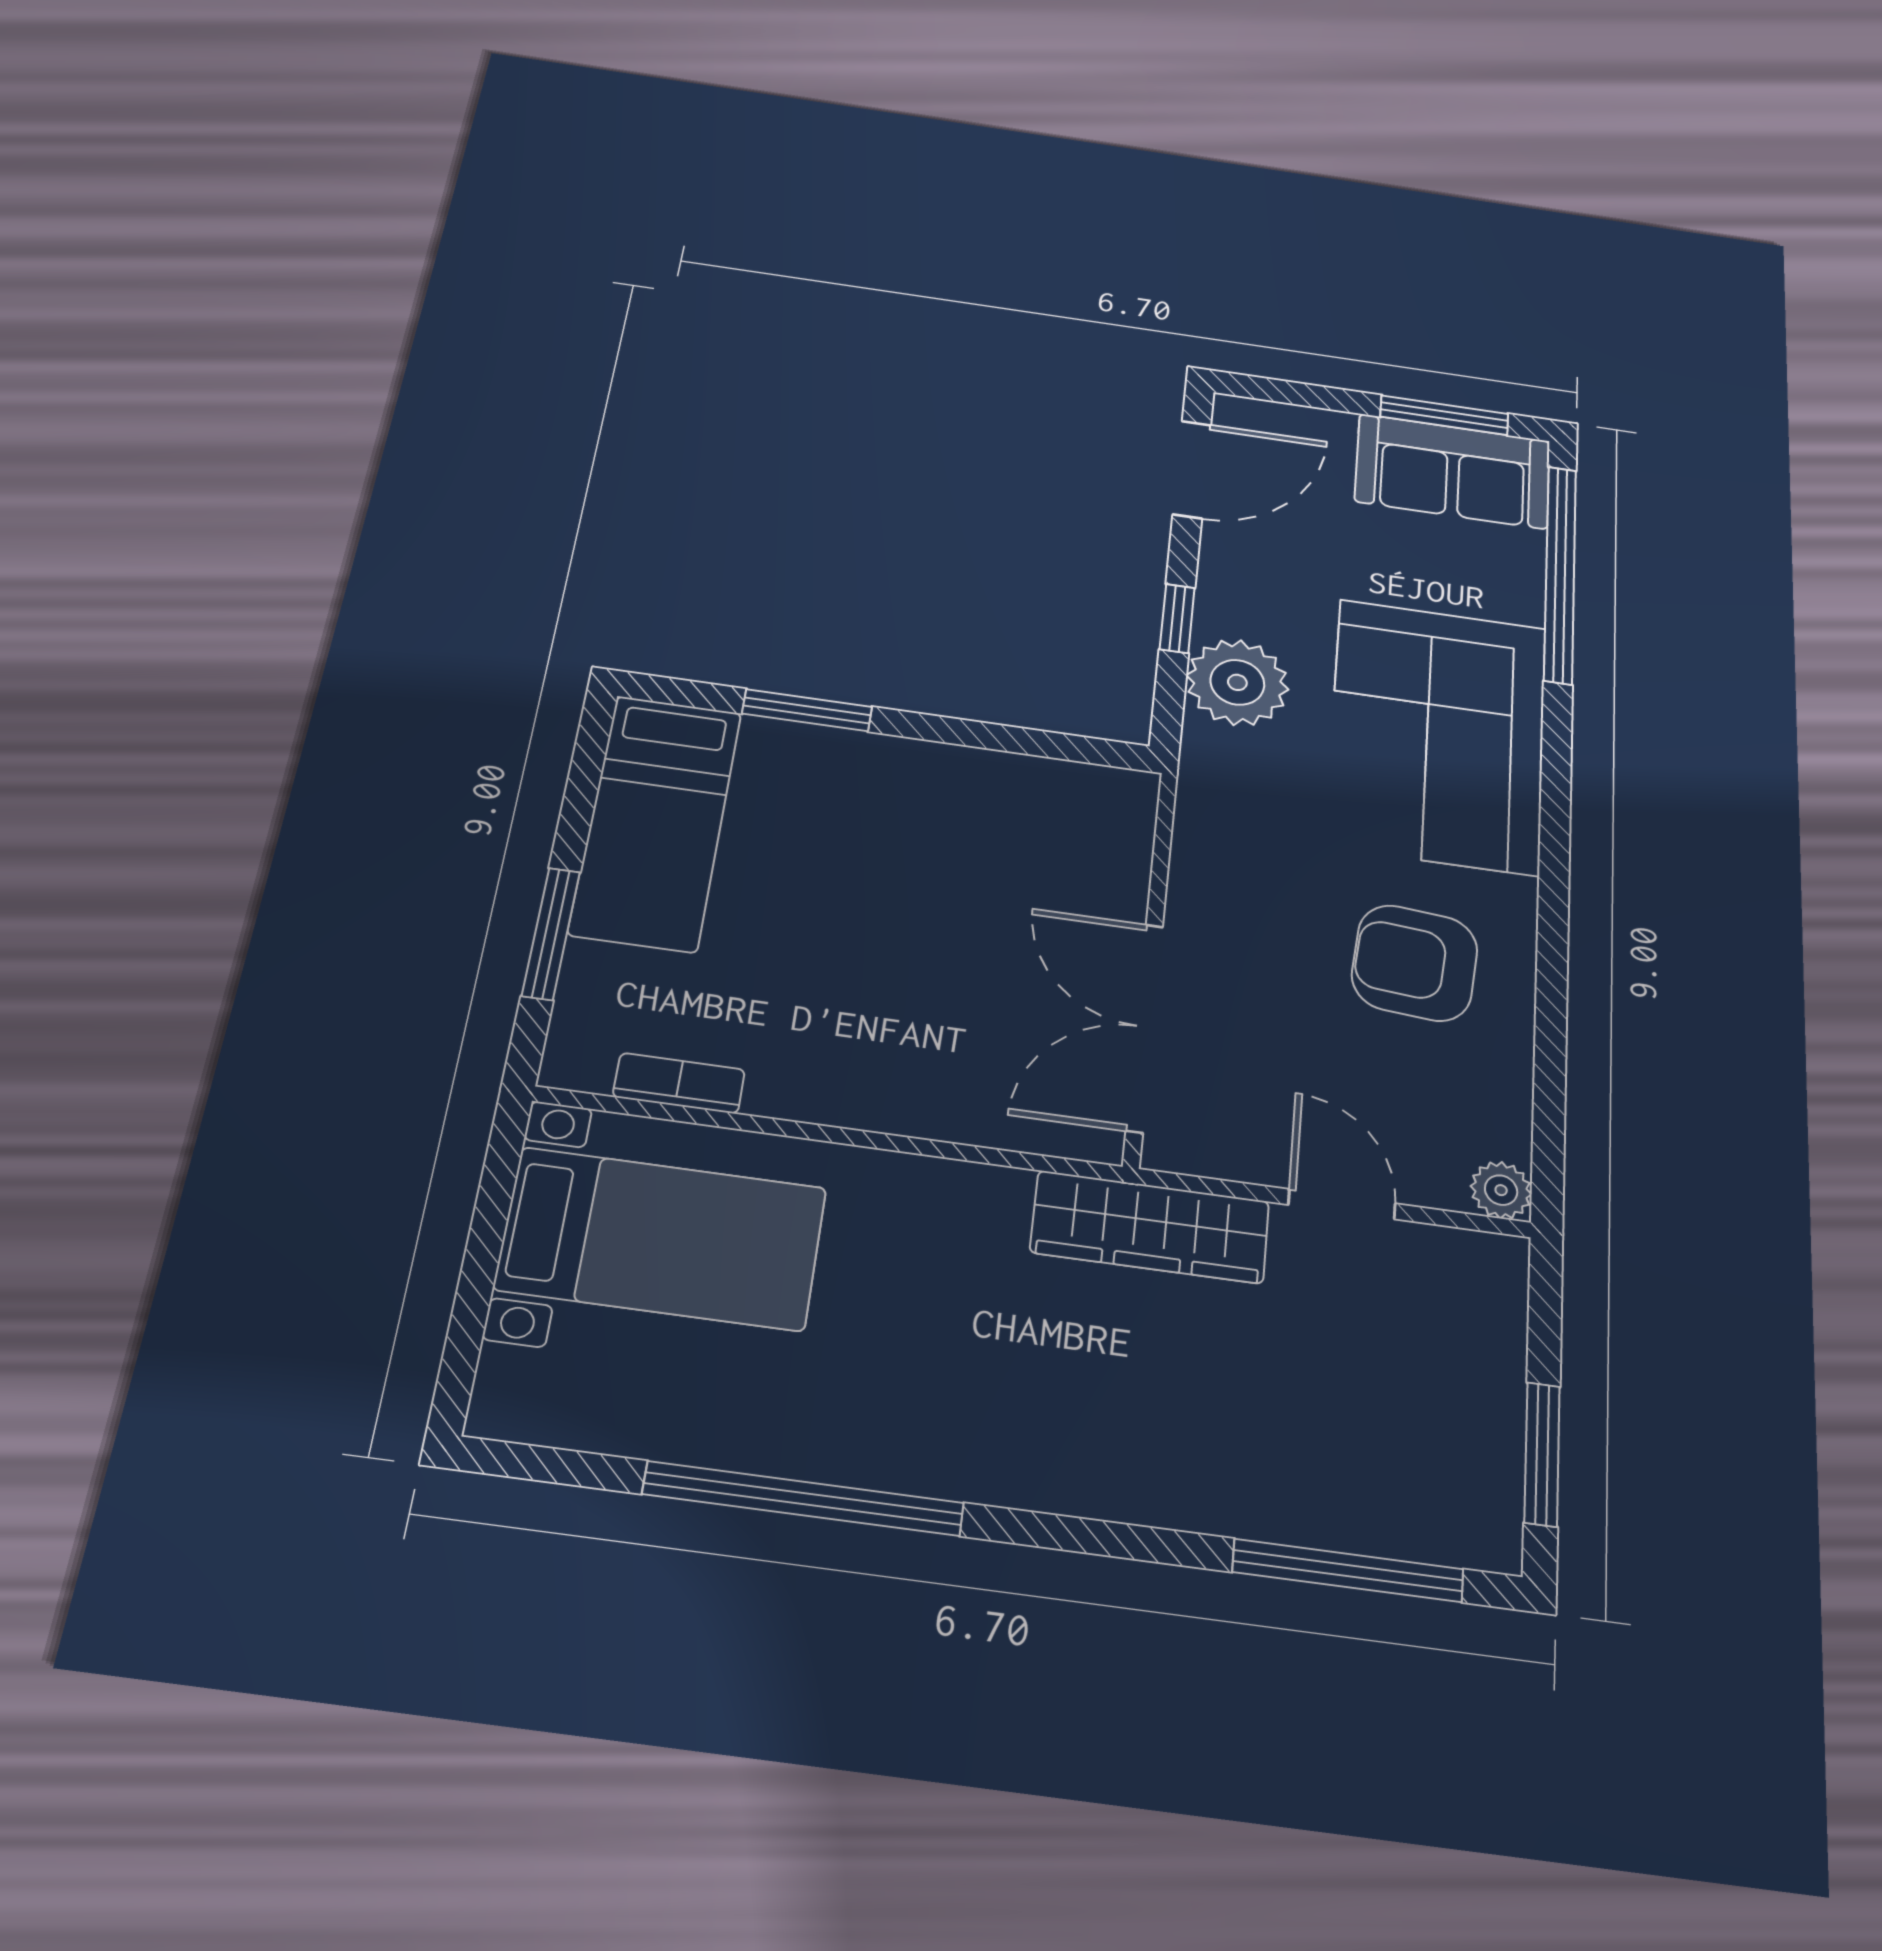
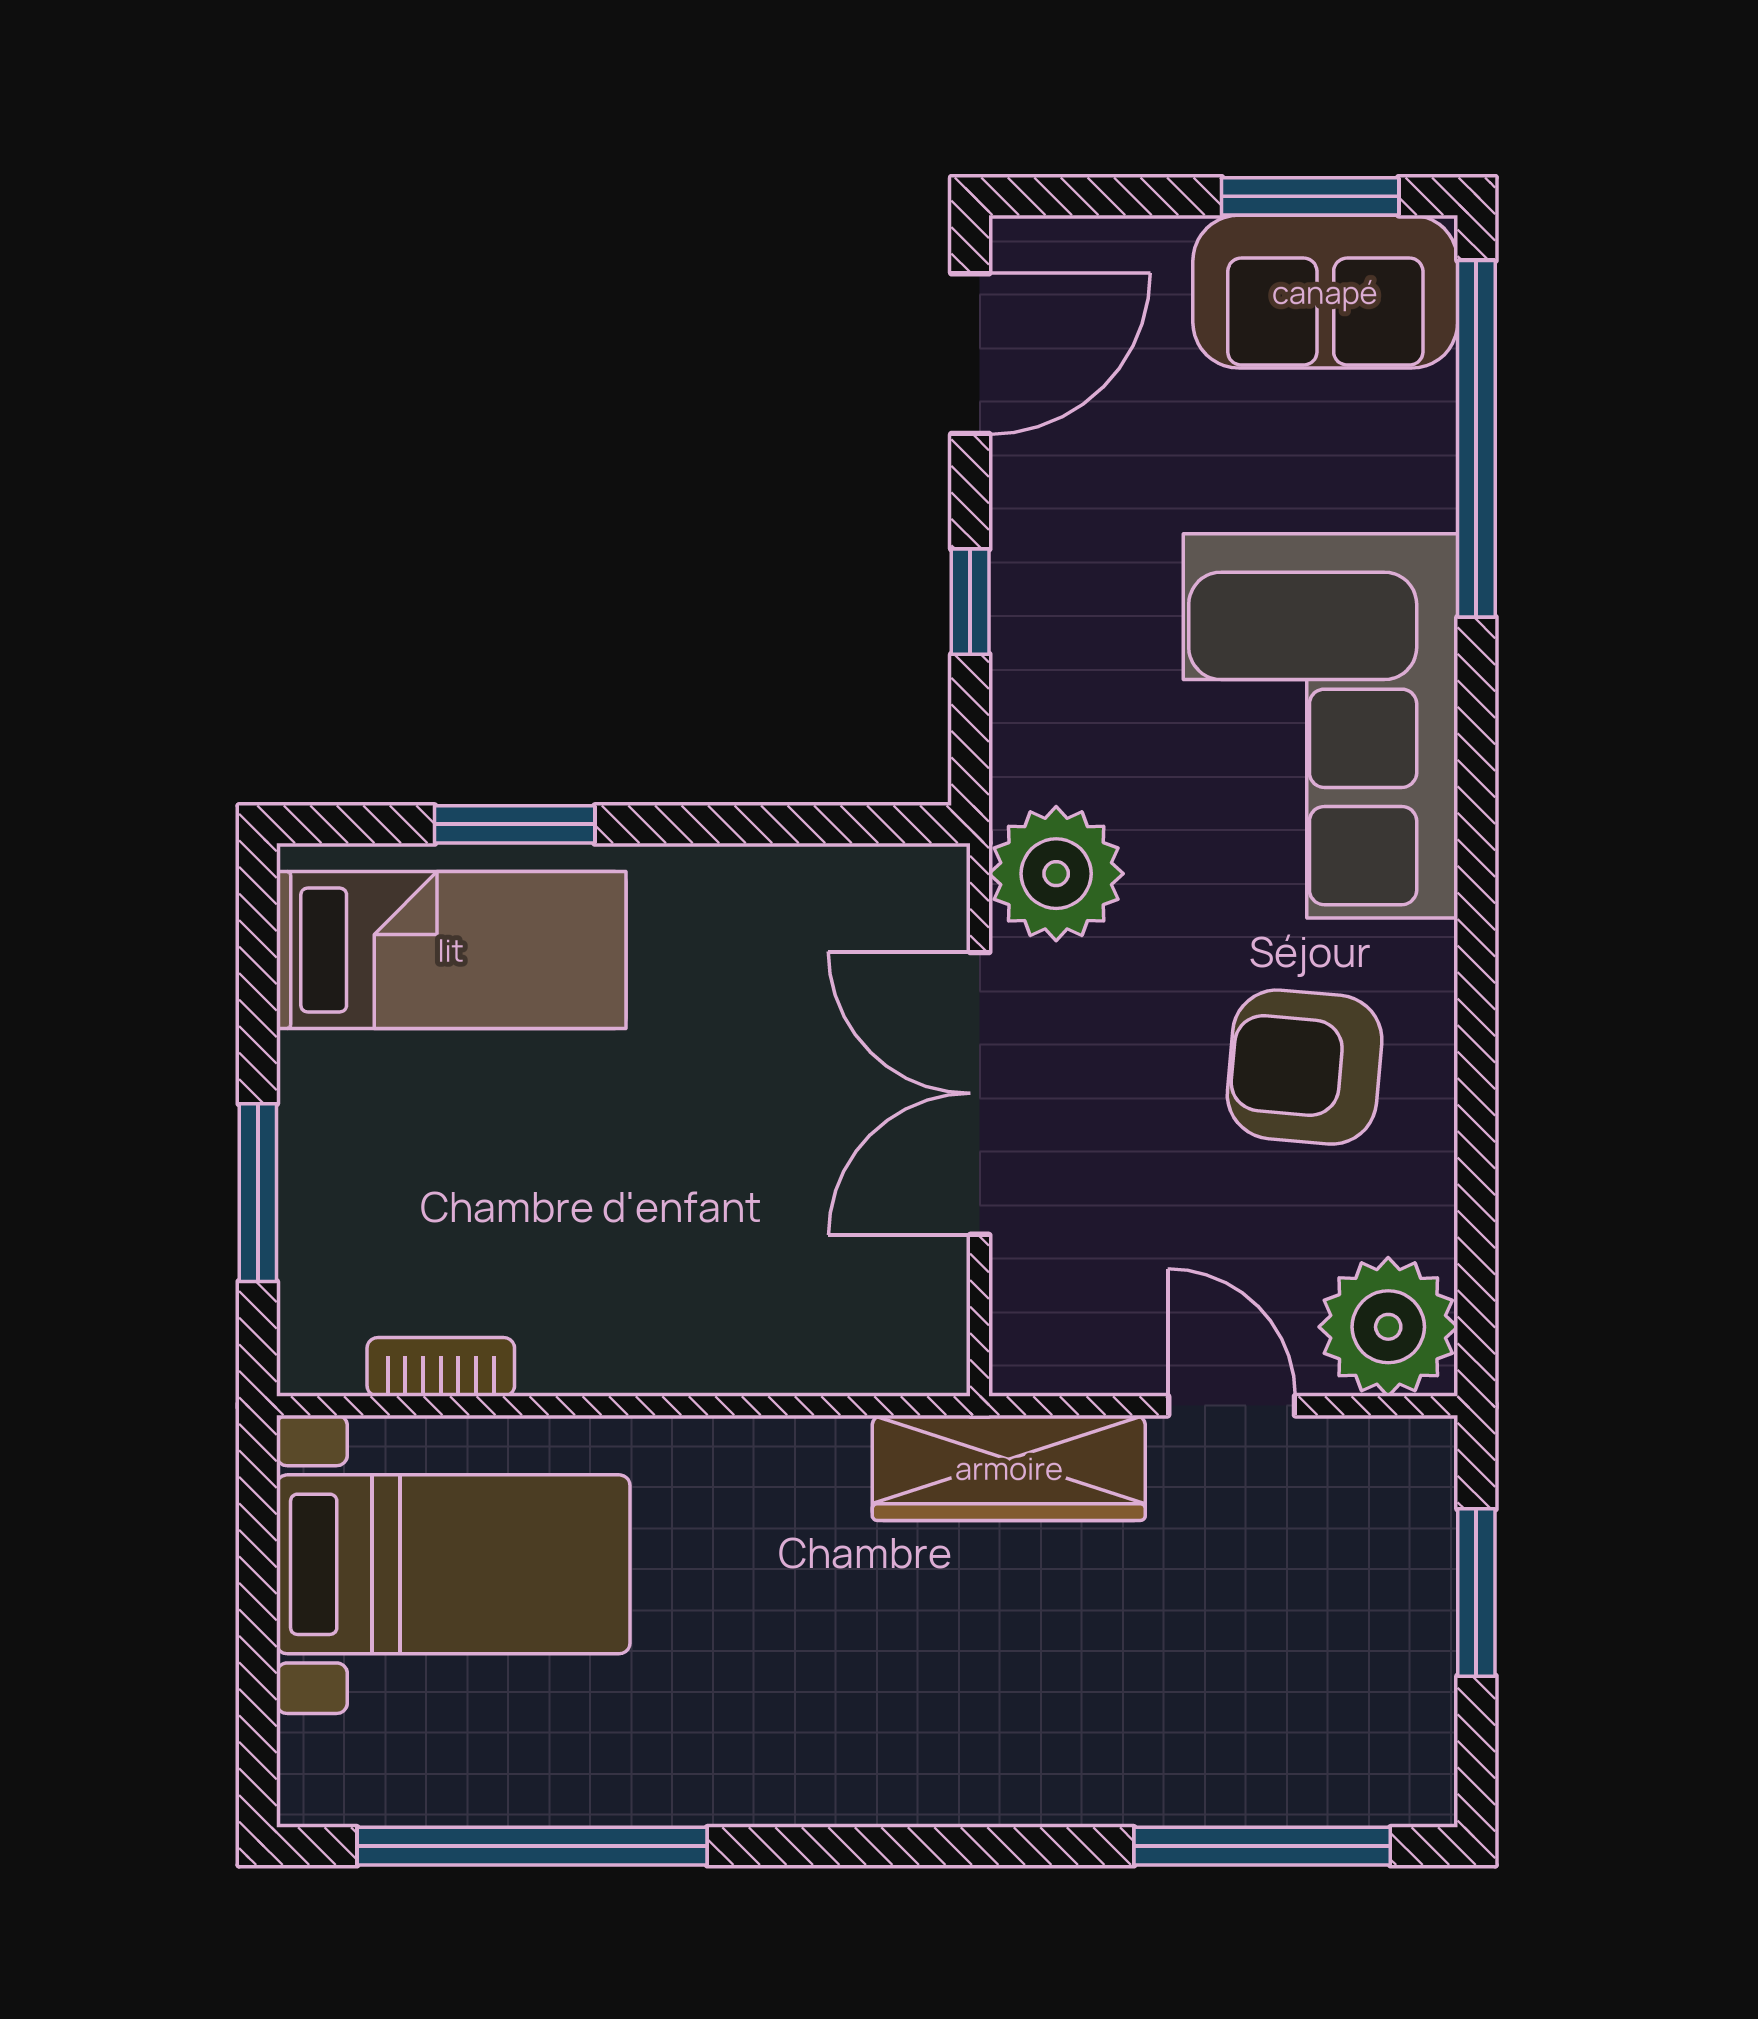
plant: (1237, 682) -> (1056, 874), moved
bed: (656, 822) -> (451, 950), moved, turned -90
double door: (1144, 1027) -> (980, 1093), moved
plant: (1501, 1190) -> (1388, 1327), width x1.88, depth x1.88
window: (1542, 1454) -> (1476, 1593), moved
window: (803, 1498) -> (532, 1846), moved

